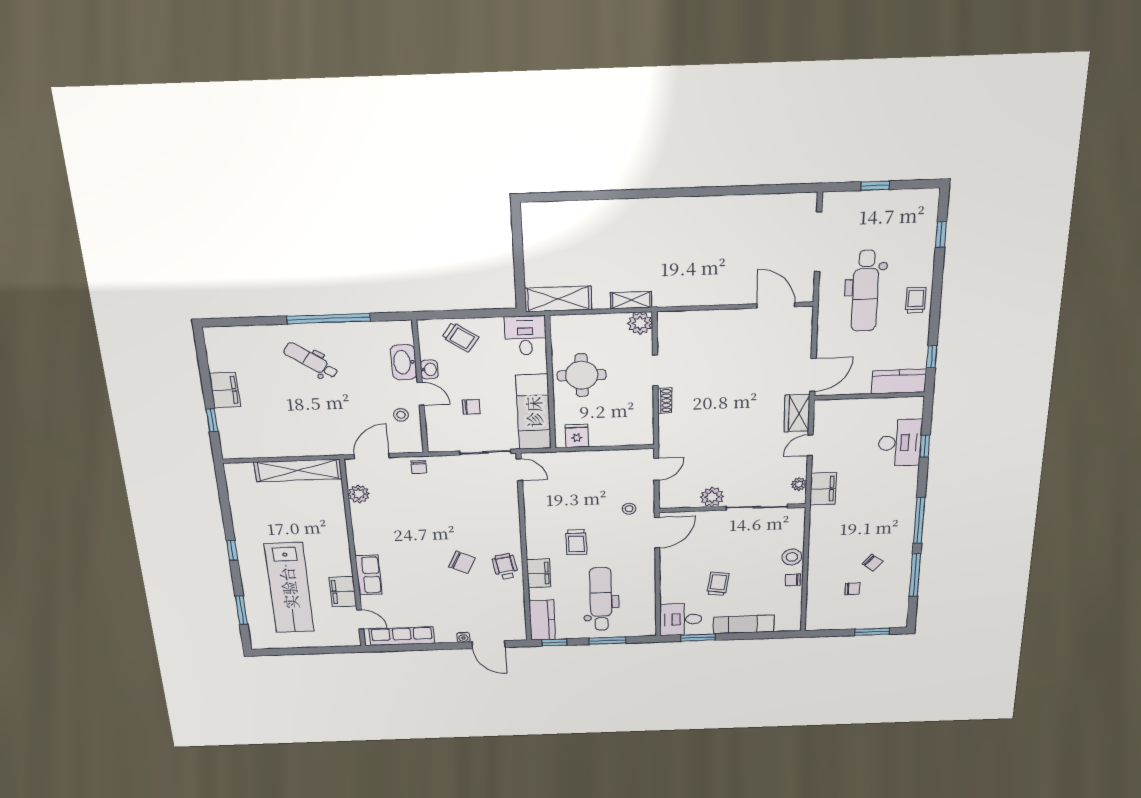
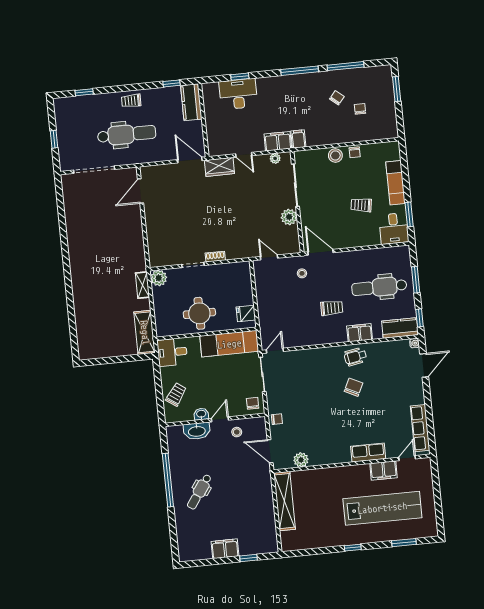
chair: (471, 407) -> (253, 403), moved
filing cabinet: (822, 514) -> (298, 139), added
water cooler: (463, 637) -> (415, 343), moved

